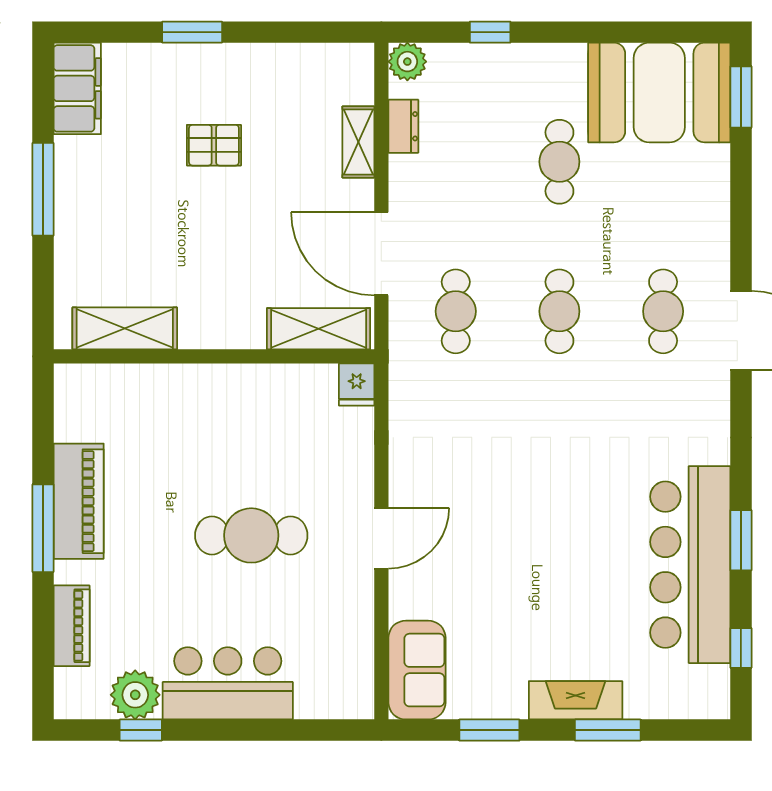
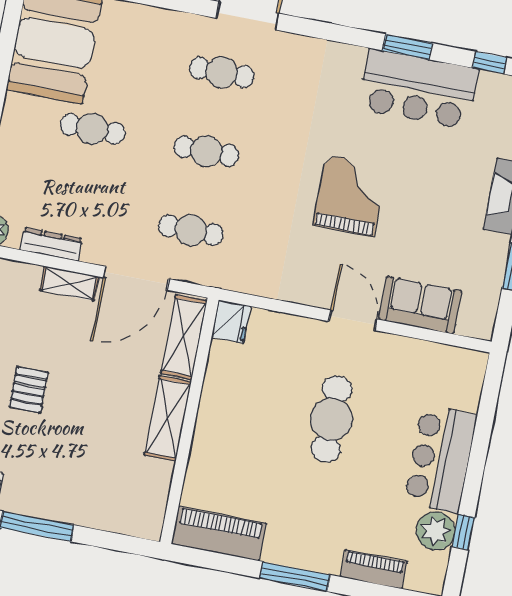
dresser: (403, 126) -> (51, 244), width x1.44
shelving: (358, 142) -> (69, 283), moved
shelving: (125, 328) -> (168, 418), moved
fridge: (357, 385) -> (231, 322), width x1.38
piano: (79, 501) -> (219, 534), moved
grand piano: (538, 504) -> (350, 196), added
bar counter: (690, 565) -> (419, 89), width x0.73
sofa: (417, 670) -> (420, 305), moved

